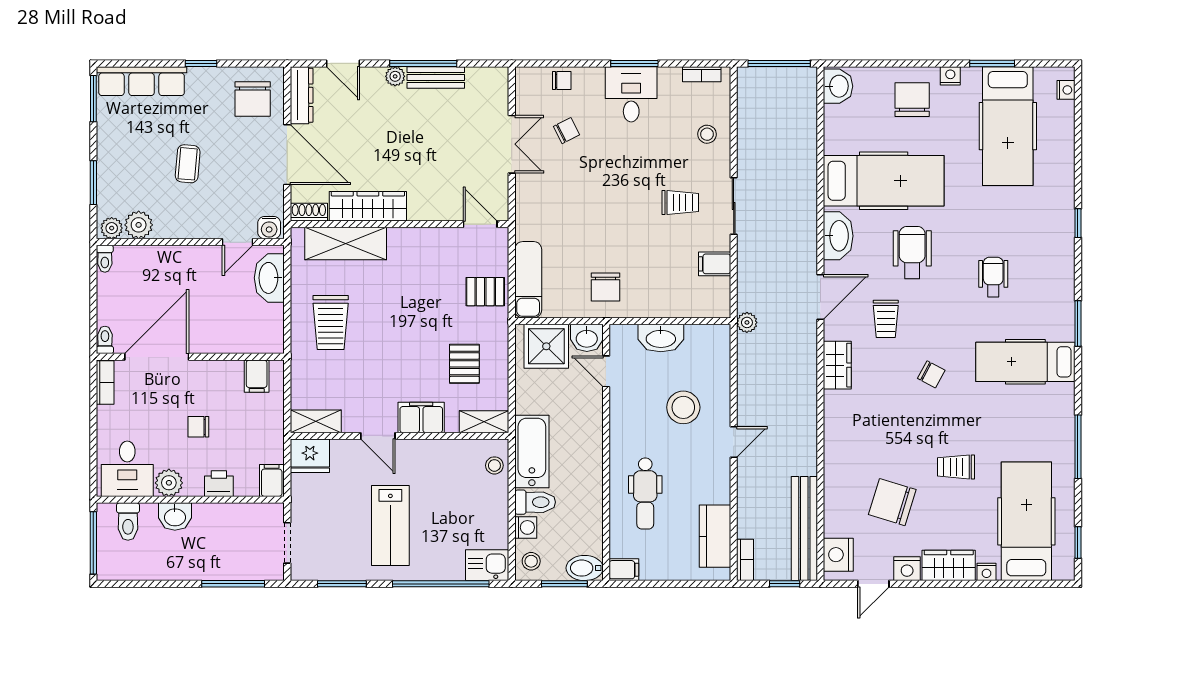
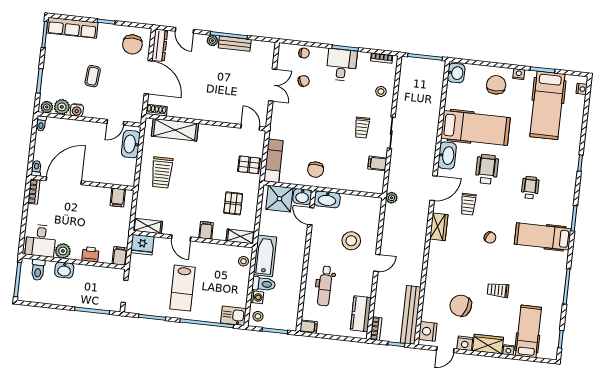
trolley: (680, 203) -> (362, 128), turned 90
wardrobe: (368, 206) -> (189, 111), removed
water cooler: (269, 228) -> (77, 110), moved
washbasin: (661, 338) -> (327, 199), moved
filing cabinet: (421, 417) -> (206, 230), width x0.50
chair: (198, 427) -> (83, 222), removed
hospital bed: (1026, 521) -> (528, 331), width x0.73, depth x0.78
bidet: (585, 568) -> (287, 323), removed

